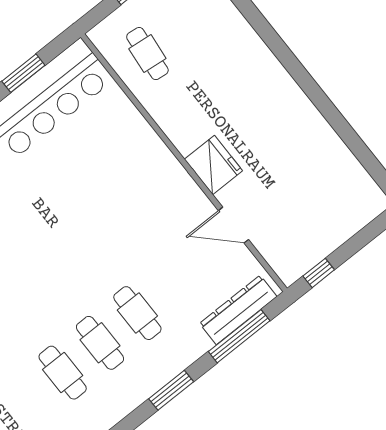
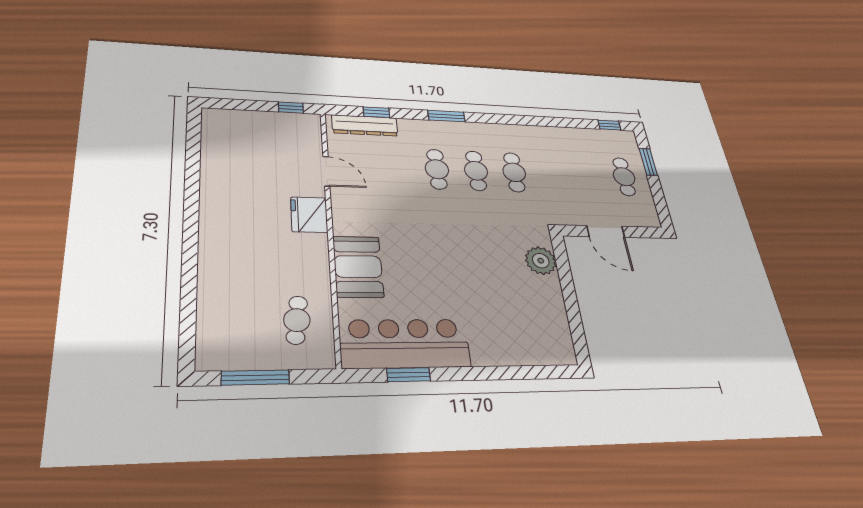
booth: (135, 145) -> (358, 267), added
window: (239, 336) -> (376, 112), width x0.46

